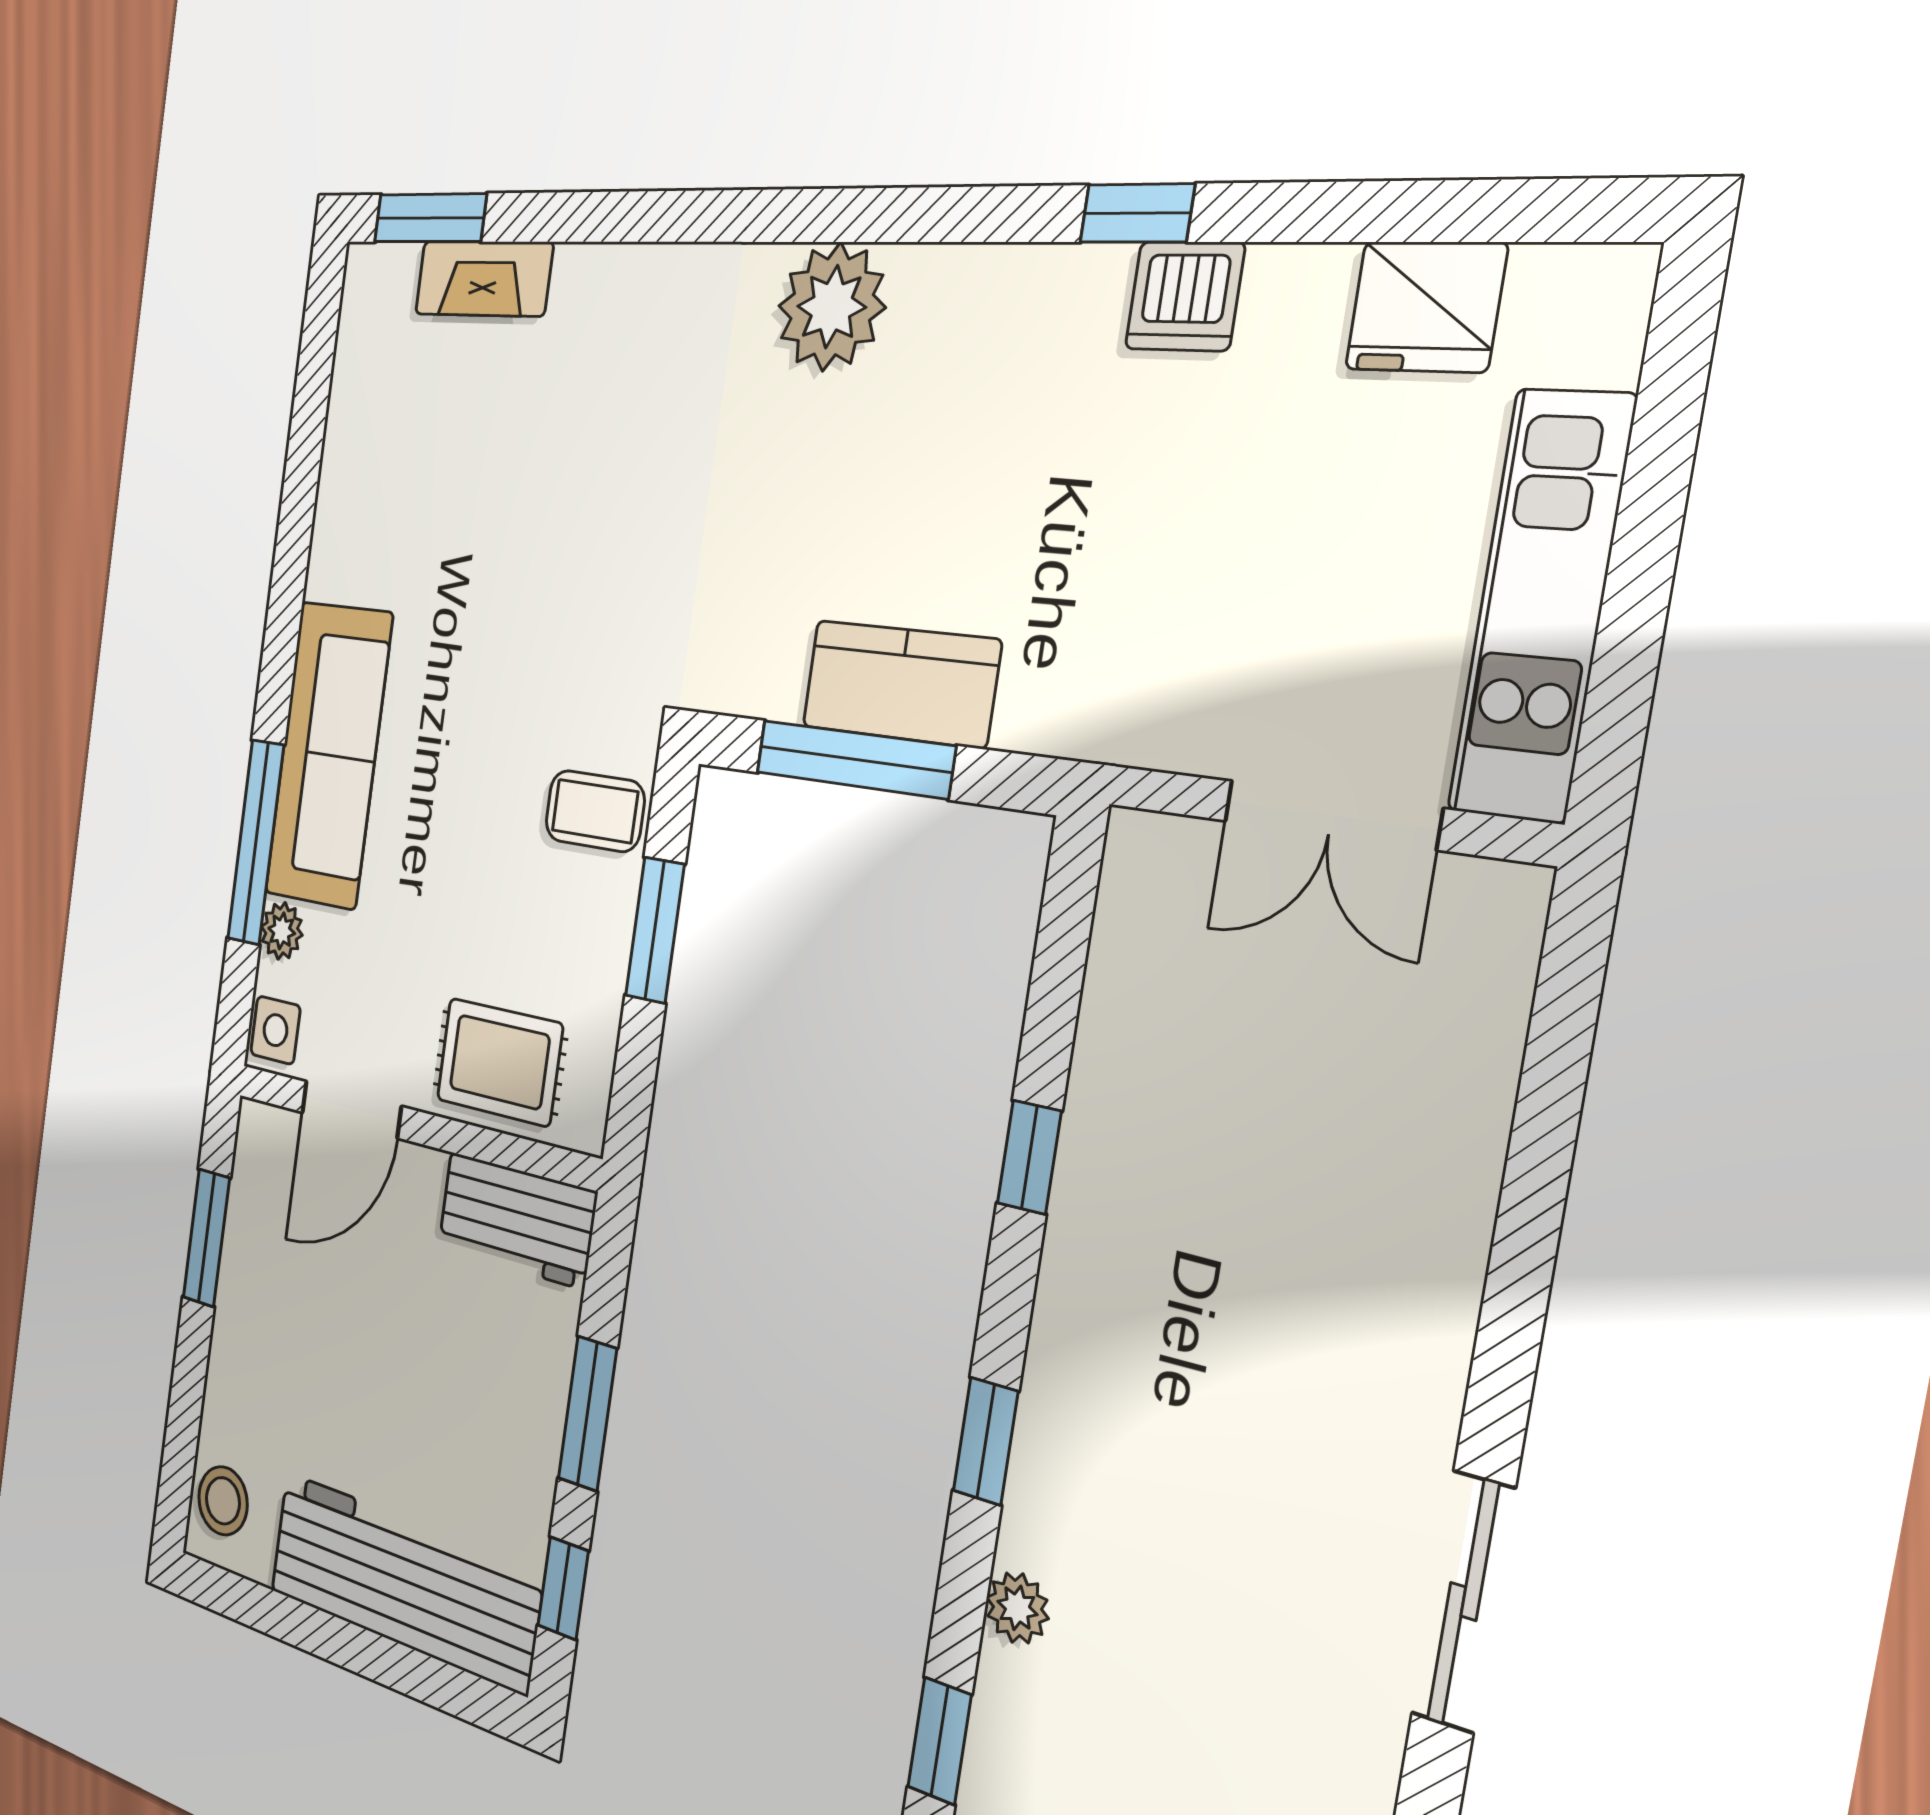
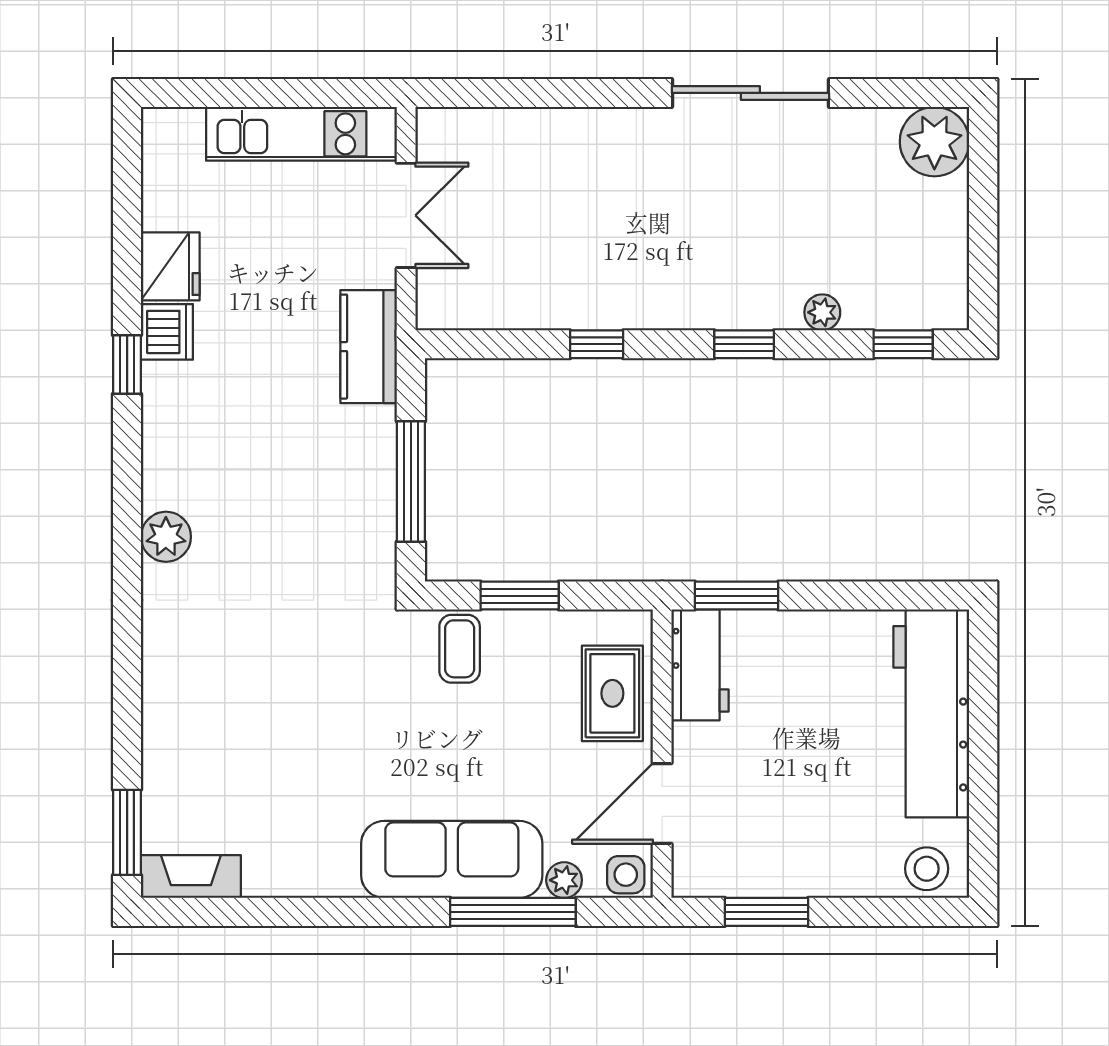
fireplace: (483, 279) -> (191, 877), moved, turned -90
plant: (832, 307) -> (166, 537), width x0.73, depth x0.73
fridge: (1426, 307) -> (170, 266), moved
kitchen counter: (900, 684) -> (369, 347), moved
door: (351, 1109) -> (662, 803), swing flipped
window: (587, 1414) -> (736, 596), moved
window: (563, 1588) -> (899, 596), removed
sliding door: (1463, 1602) -> (750, 93), width x1.37

